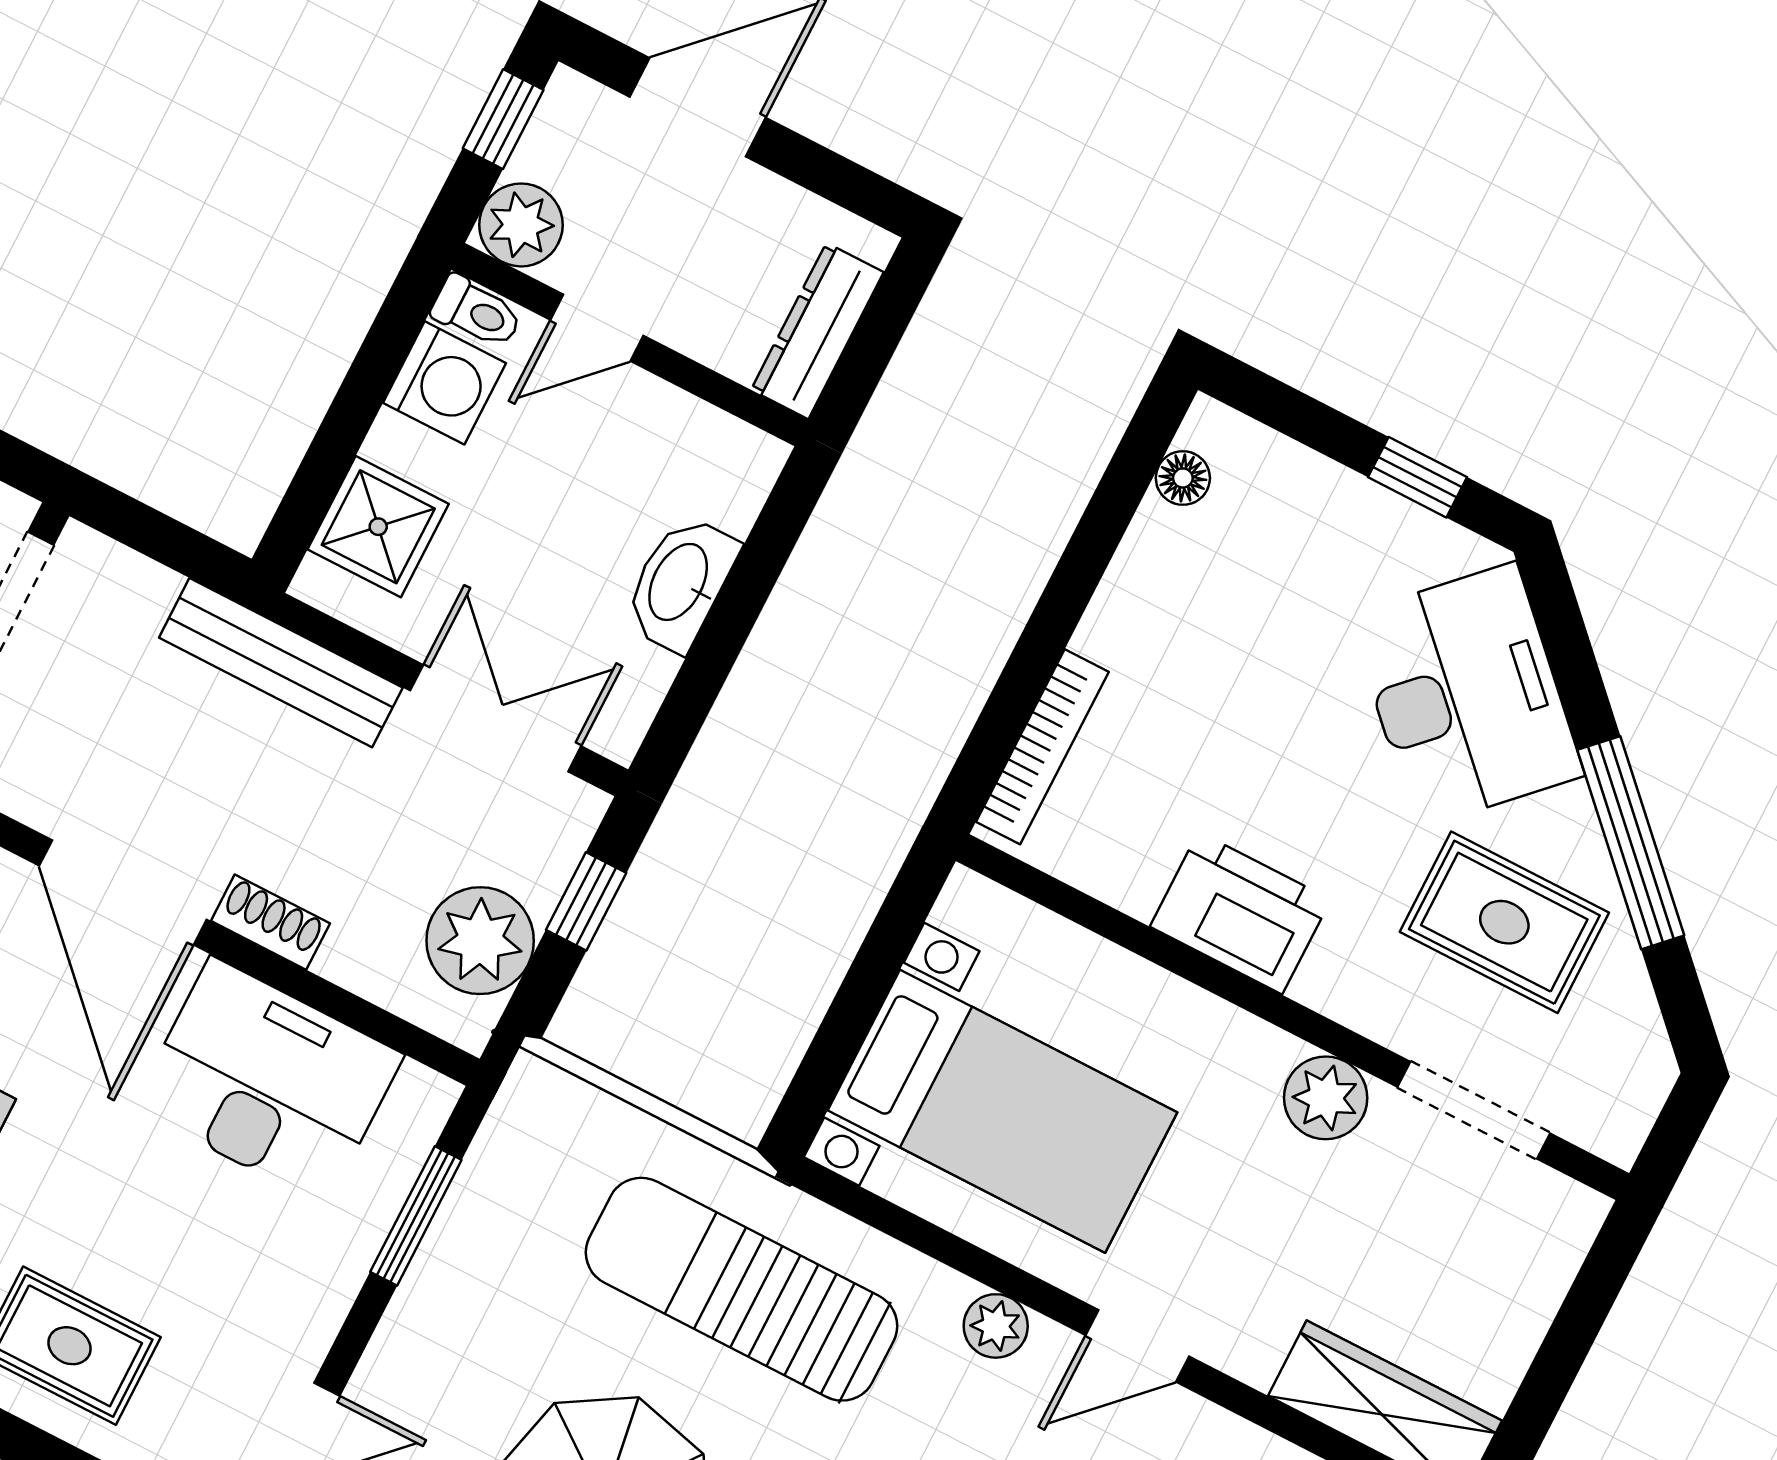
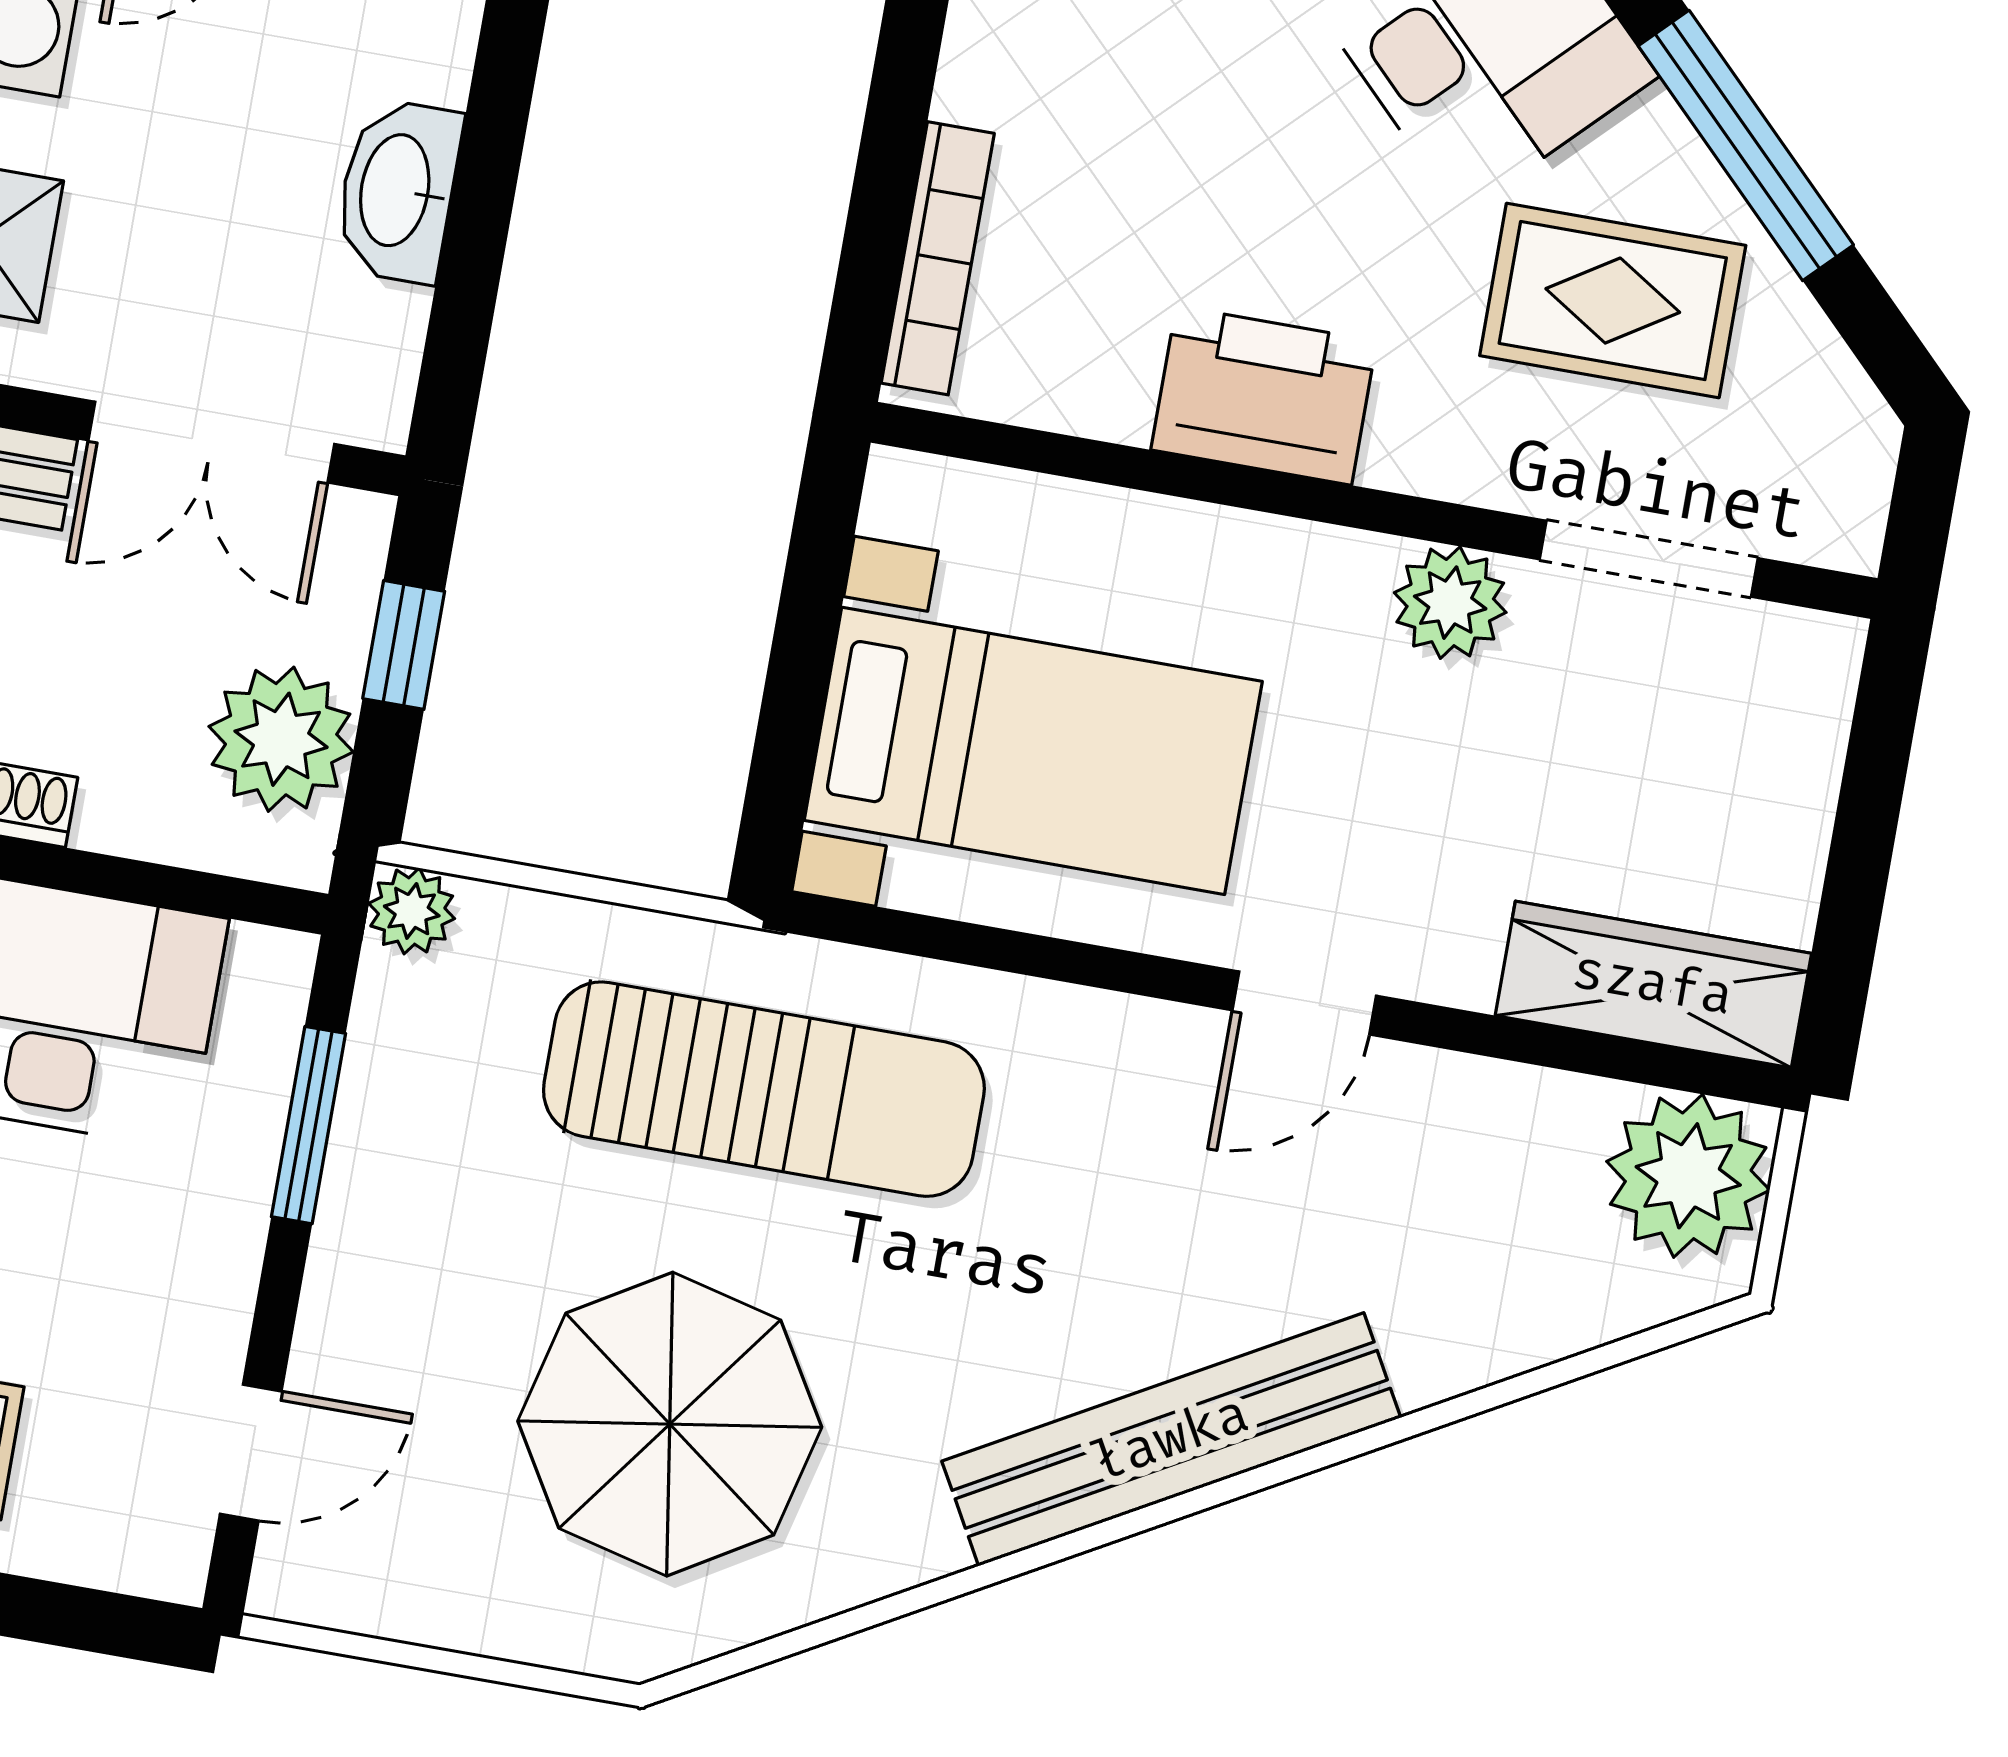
double door: (496, 718) -> (211, 442), swing flipped
sun lounger: (742, 1289) -> (764, 1089), turned 180
plant: (996, 1326) -> (412, 911), moved

